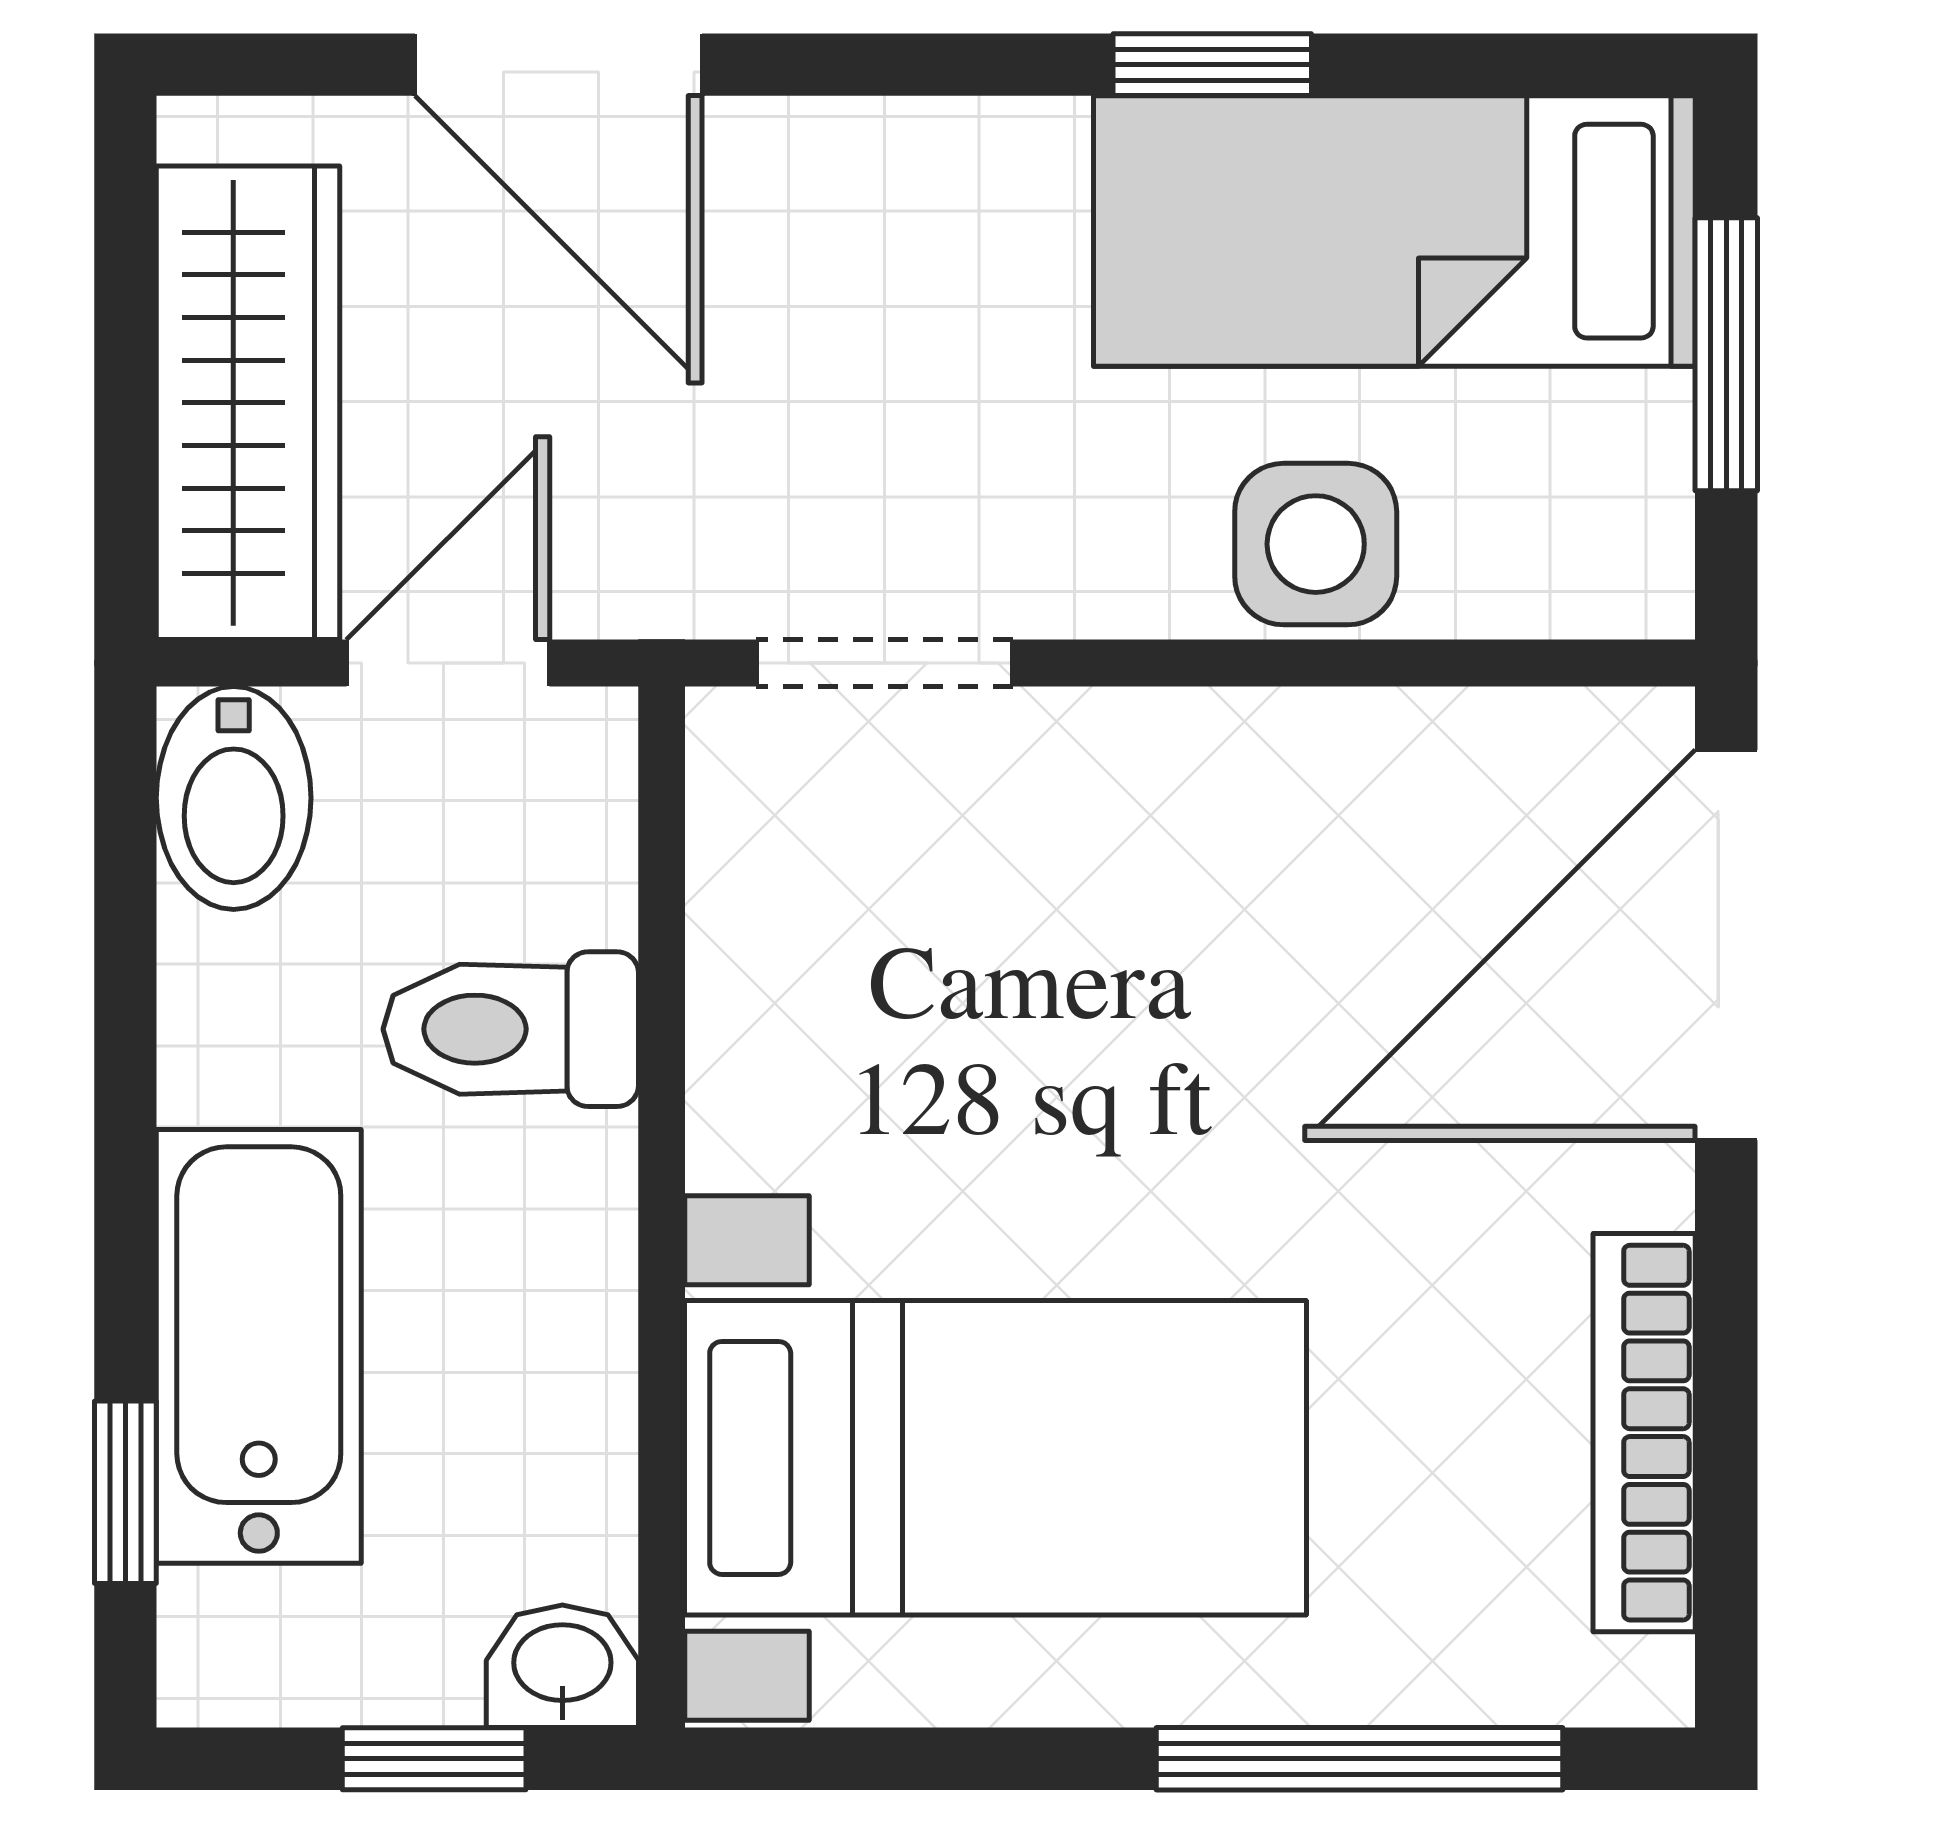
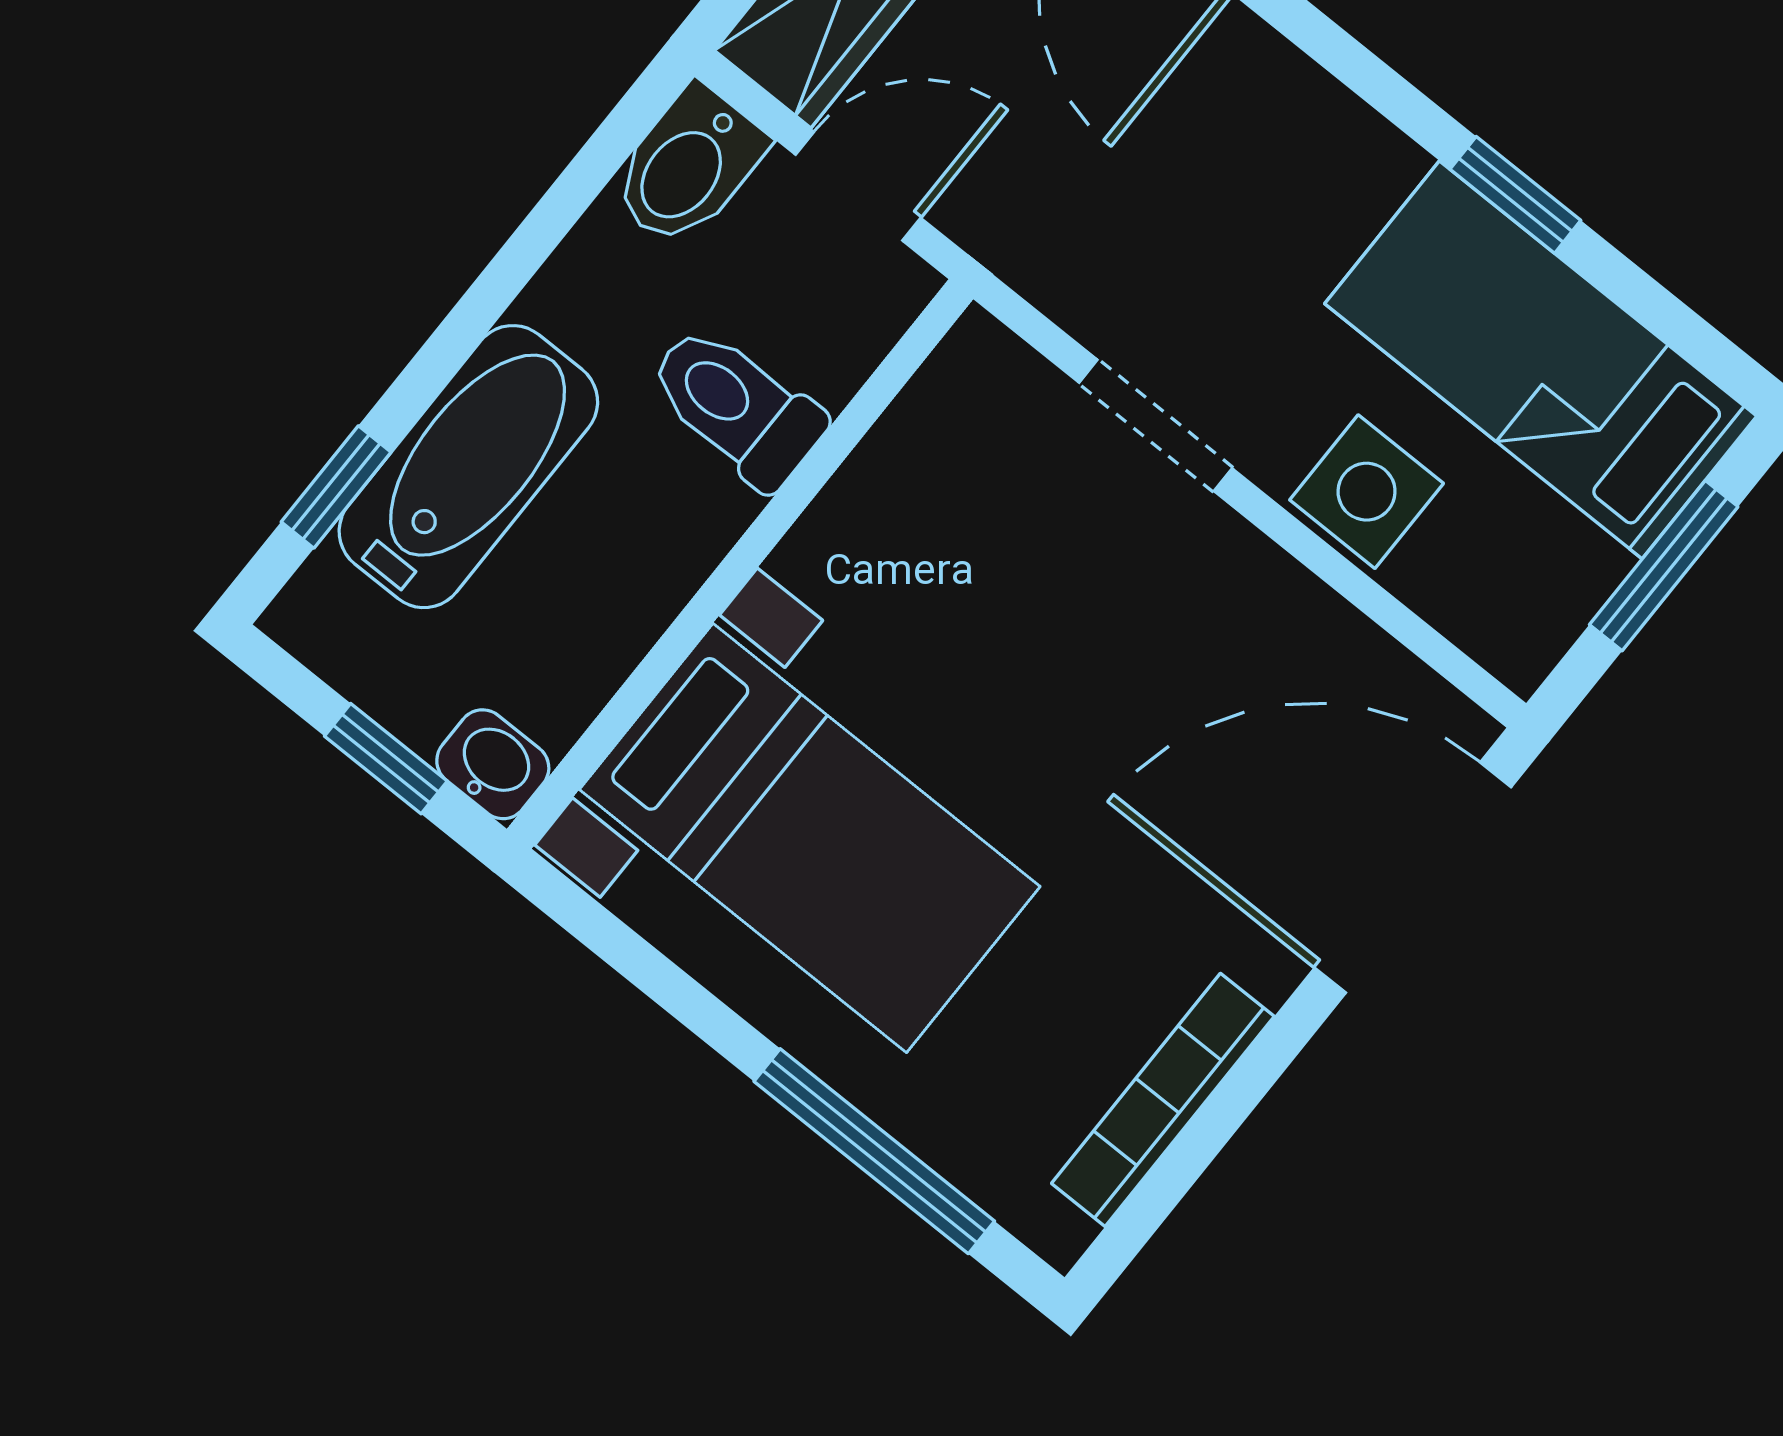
doorway: (885, 663) -> (1156, 425), moved

